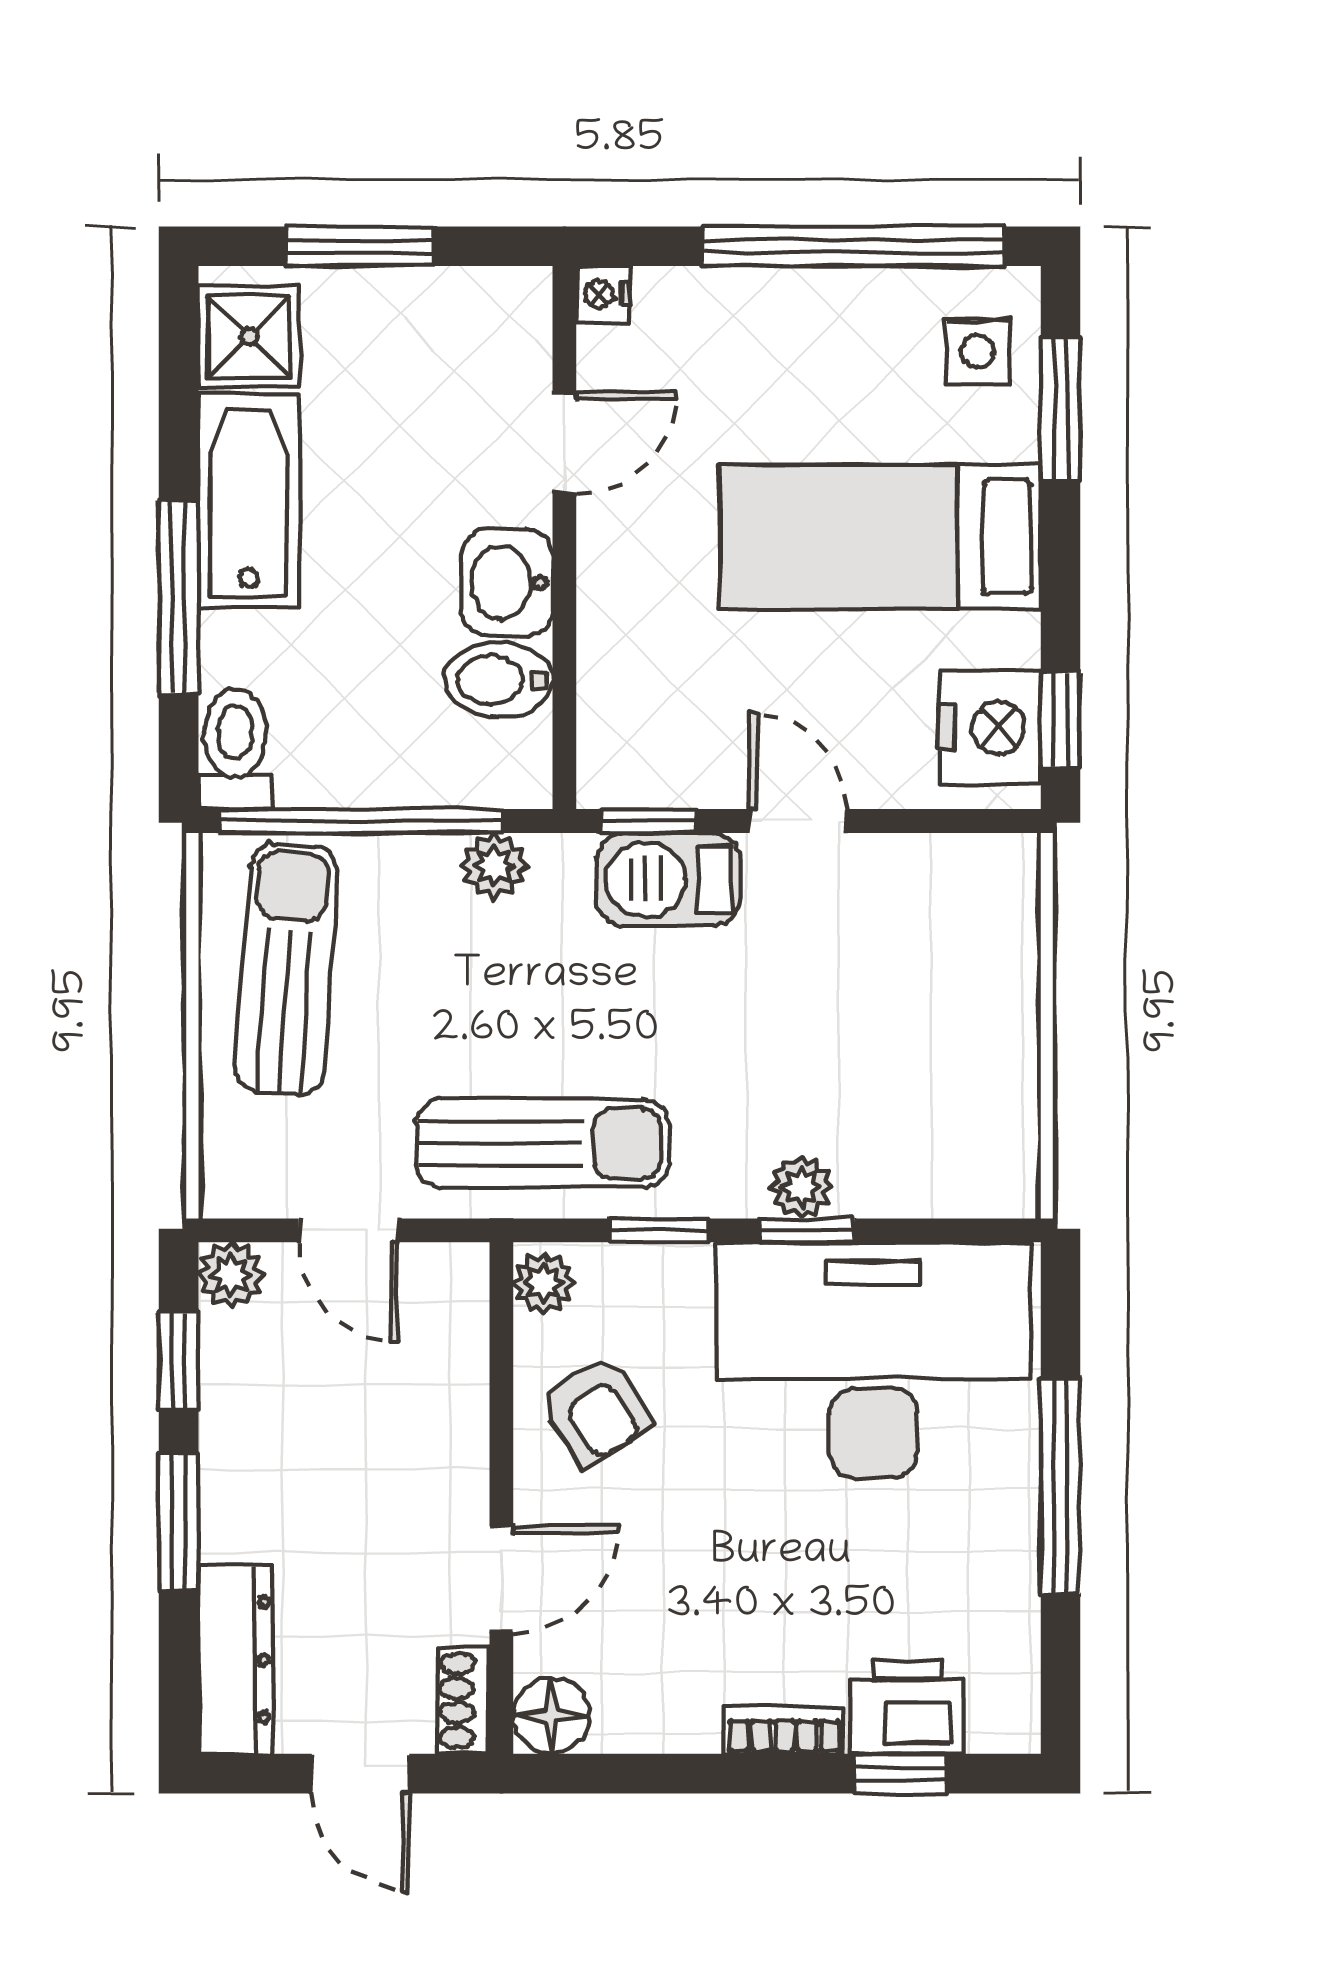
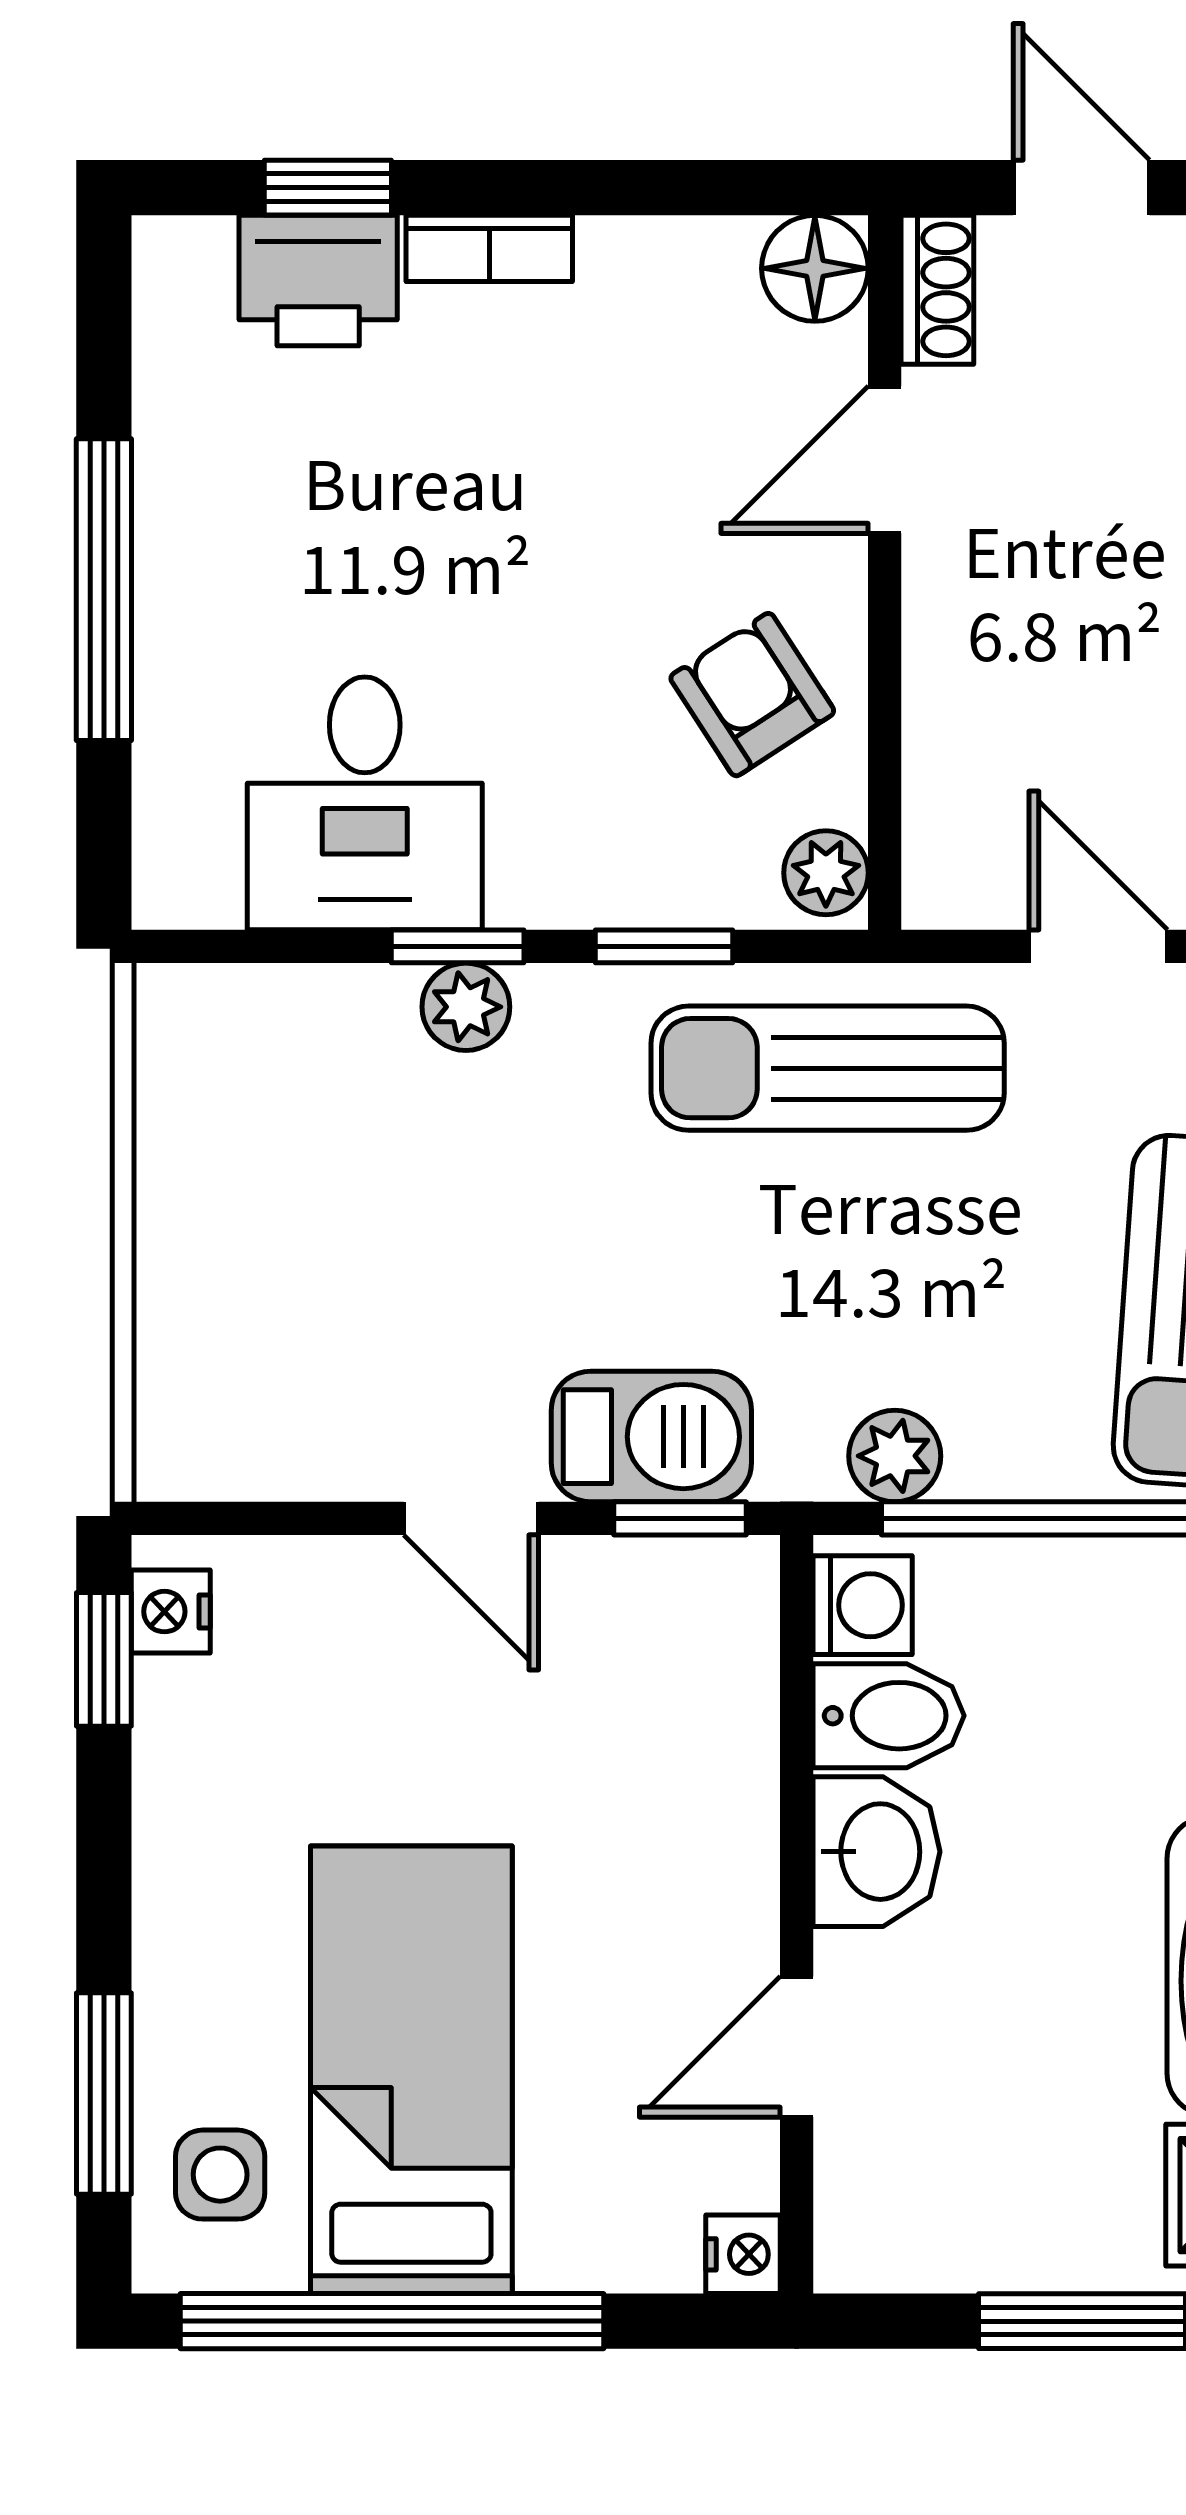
bed: (880, 537) -> (411, 2070), moved, turned -90
nightstand: (990, 728) -> (171, 1612), width x0.53, depth x0.56
washing machine: (517, 759) -> (863, 1605), added
desk: (874, 1360) -> (365, 803), width x0.53, depth x0.77

